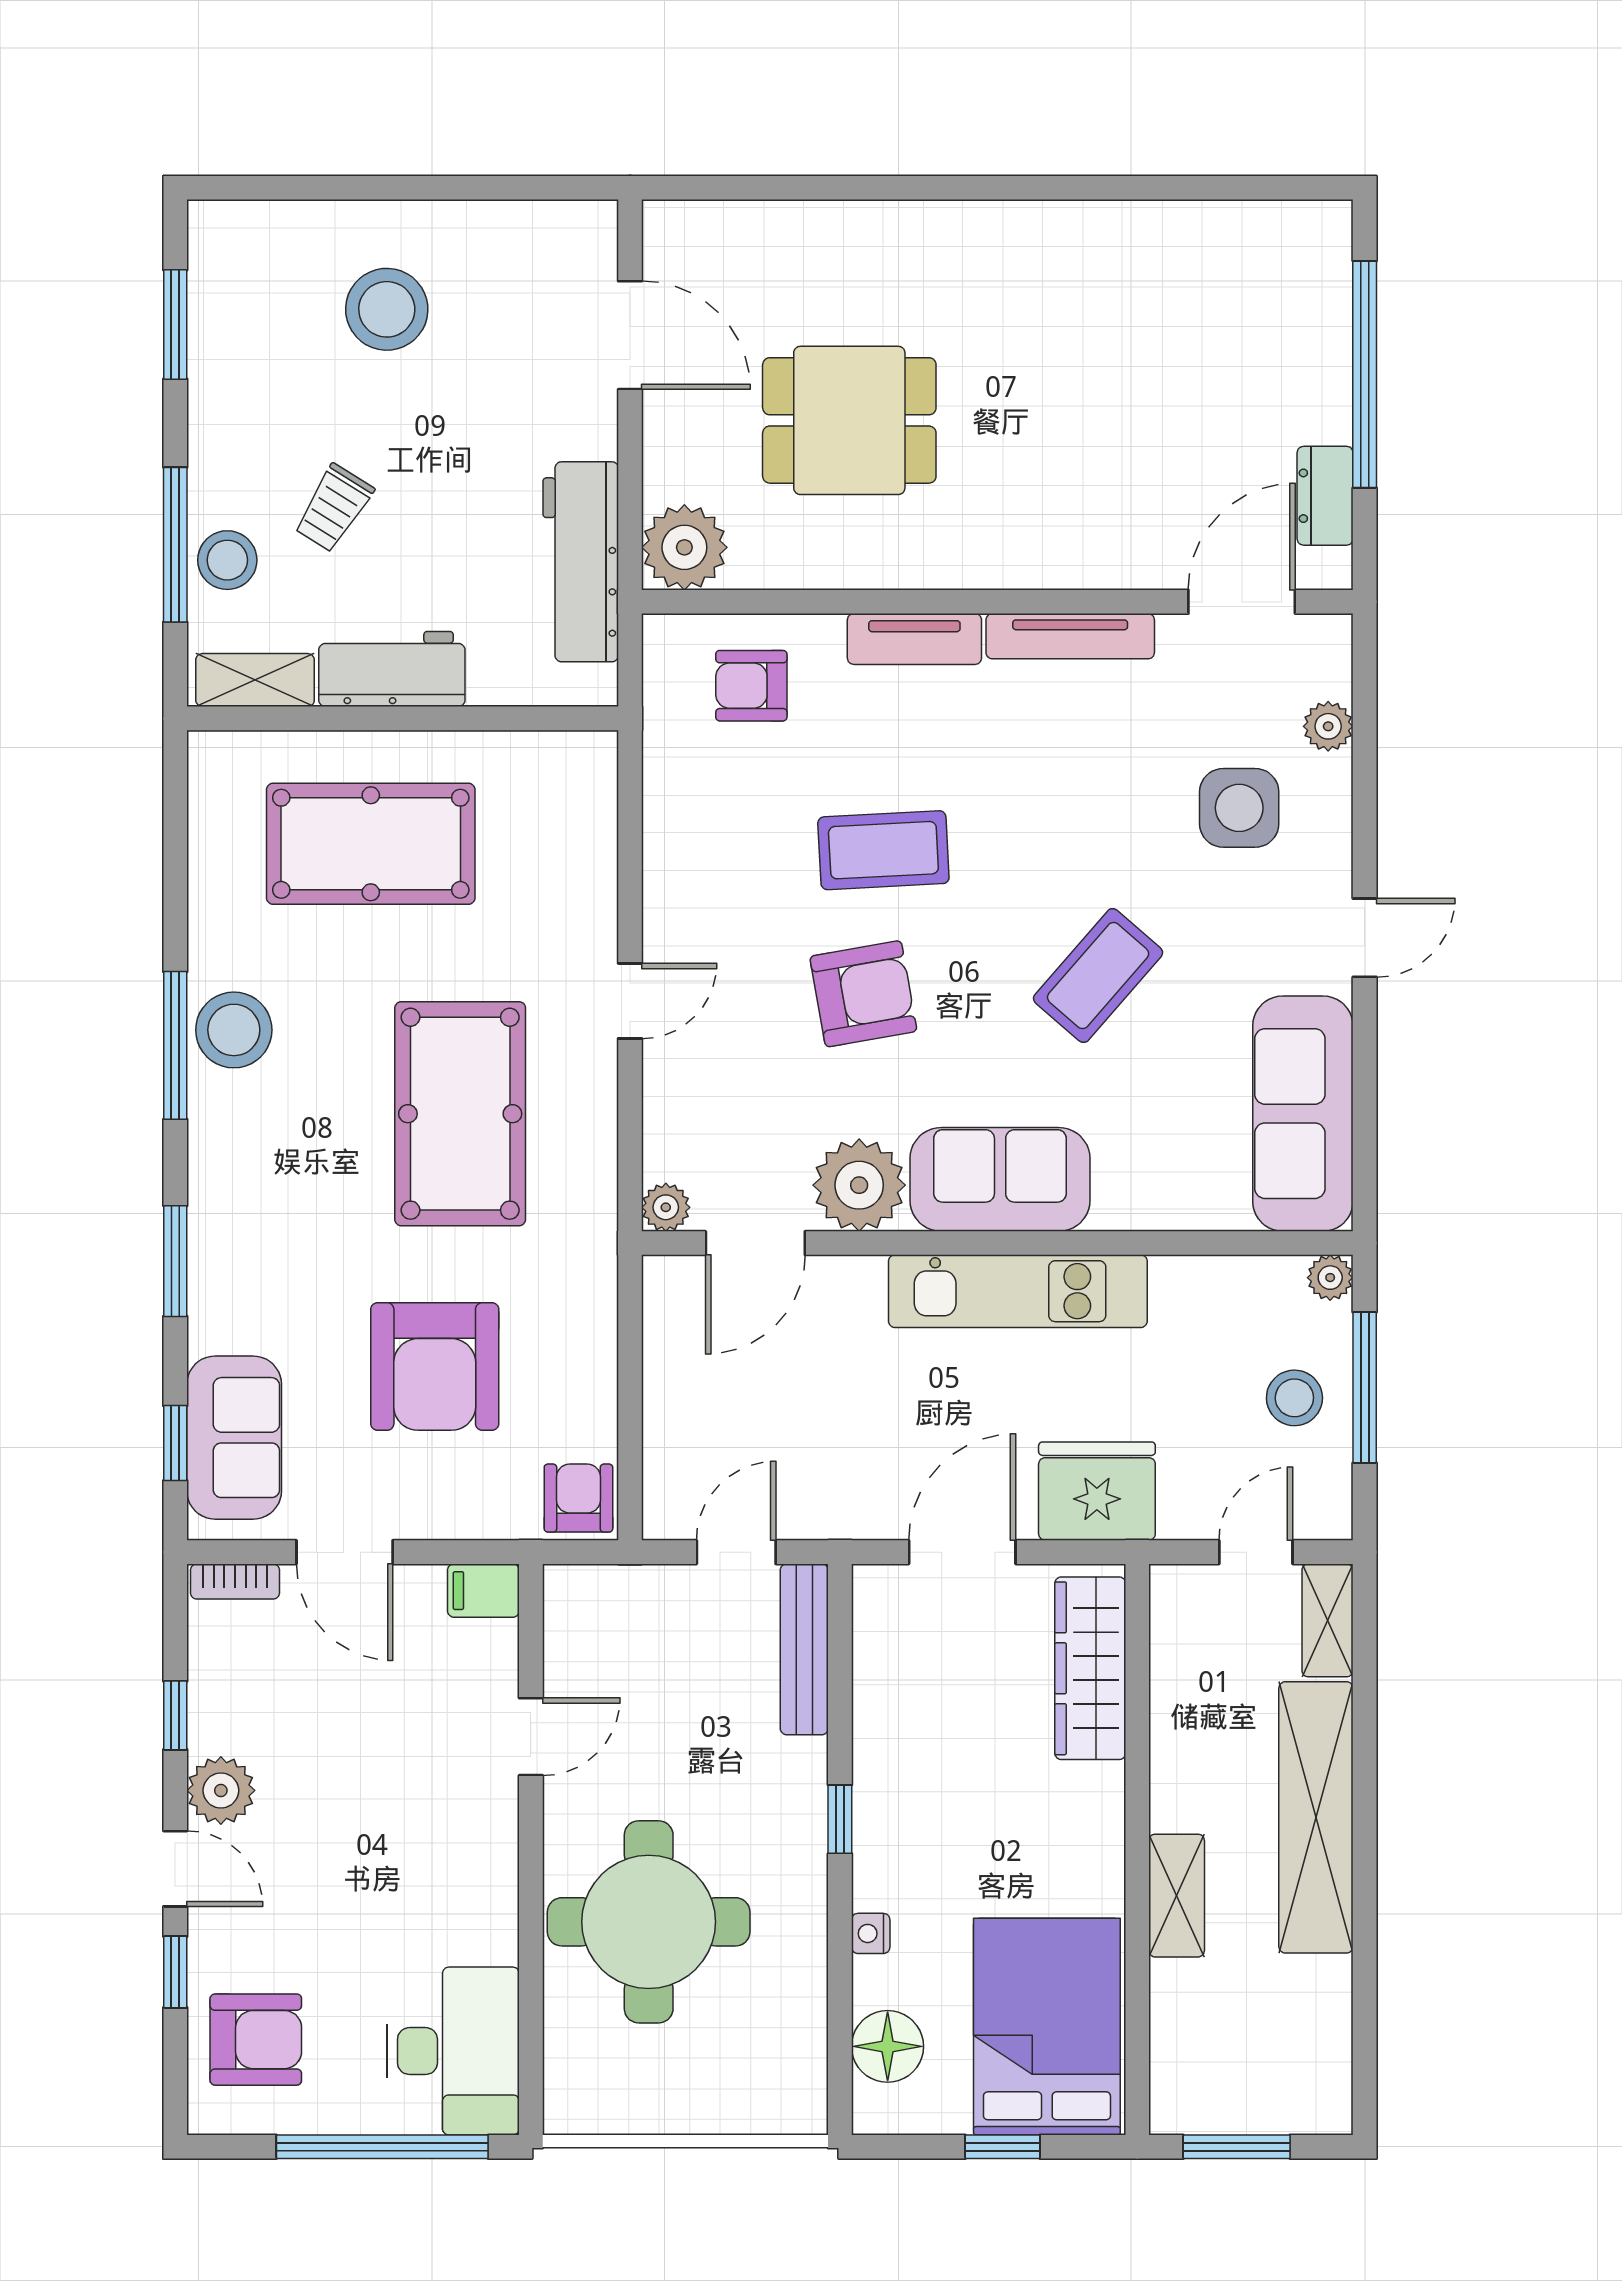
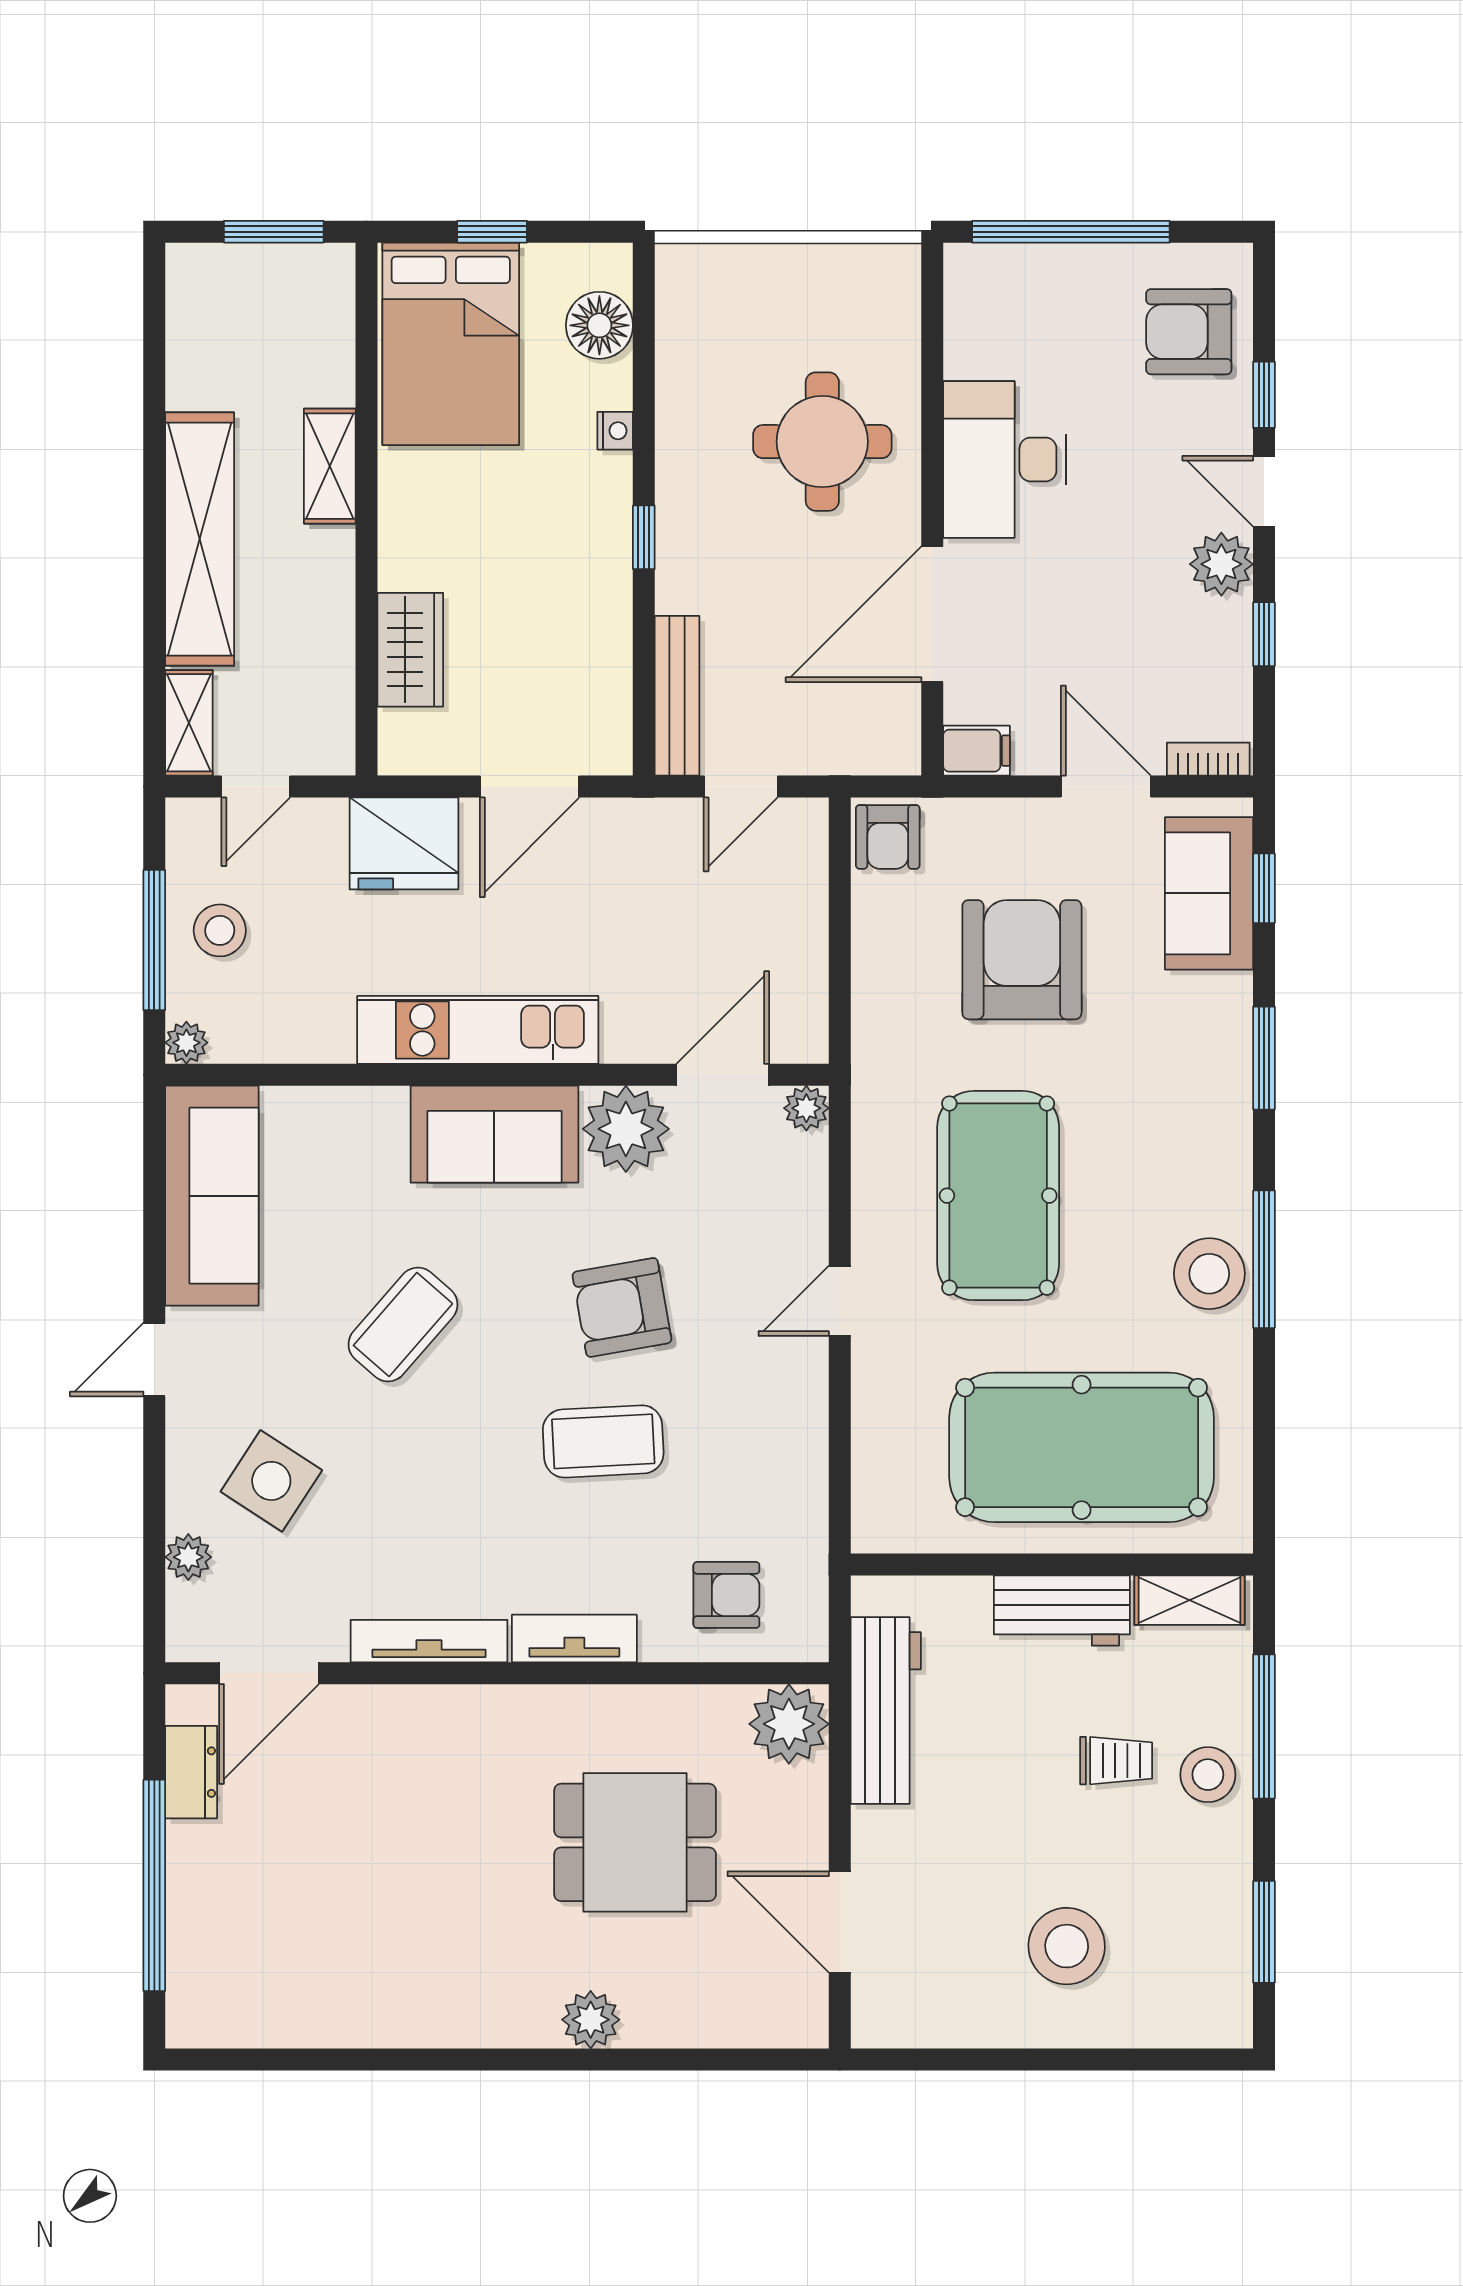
plant: (897, 230) -> (591, 2020), added
trolley: (334, 508) -> (1116, 1761), turned 58
stool: (227, 560) -> (1208, 1775), moved
side table: (1239, 808) -> (271, 1481), turned 33
pool table: (371, 844) -> (1082, 1447), width x1.36, depth x1.32
wardrobe: (1090, 1668) -> (410, 650), width x0.67
door: (531, 1737) -> (932, 614), width x1.88
round table: (649, 1922) -> (822, 442), width x0.73, depth x0.73
desk: (453, 2051) -> (1005, 459), moved

